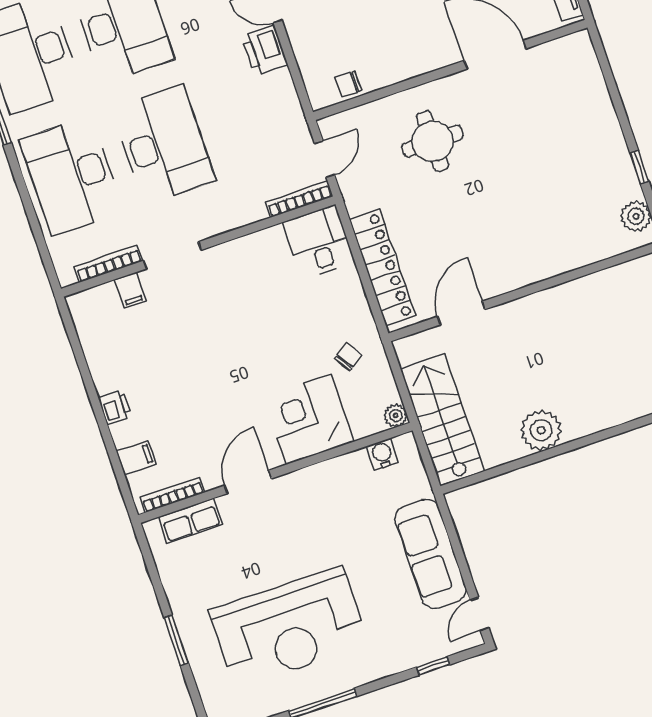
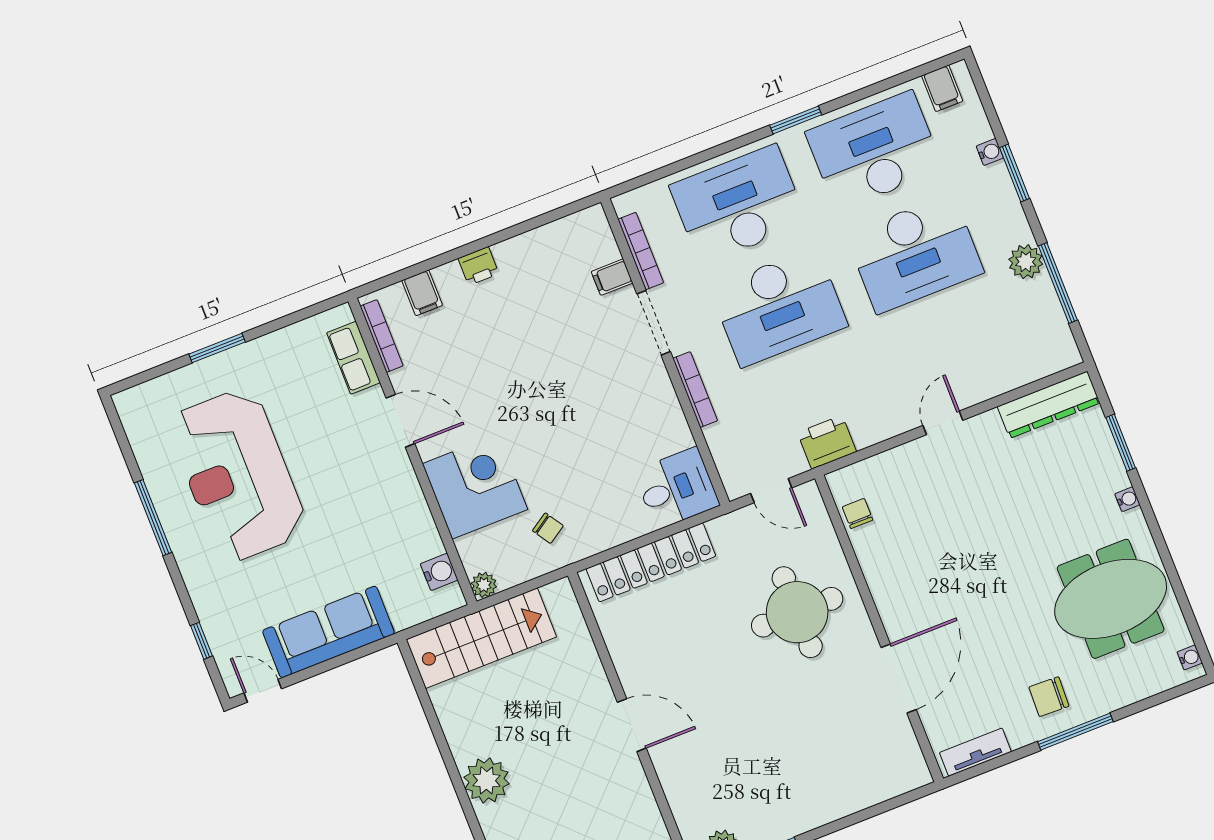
printer: (265, 50) -> (827, 442), moved
round table: (433, 141) -> (797, 612), width x1.36, depth x1.36
bookcase: (299, 199) -> (695, 390), moved
door: (461, 313) -> (632, 725), moved
plant: (541, 430) -> (486, 780), moved

